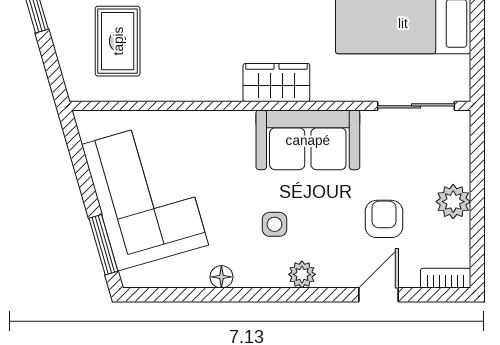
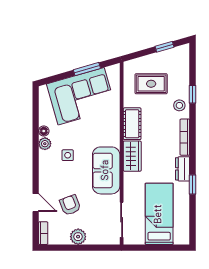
cot: (205, 83) -> (132, 124), added
armchair: (384, 219) -> (70, 205), turned -111
window: (103, 245) -> (87, 69), moved
plant: (302, 274) -> (45, 144), moved

